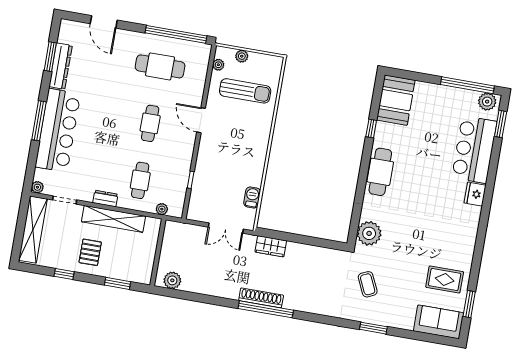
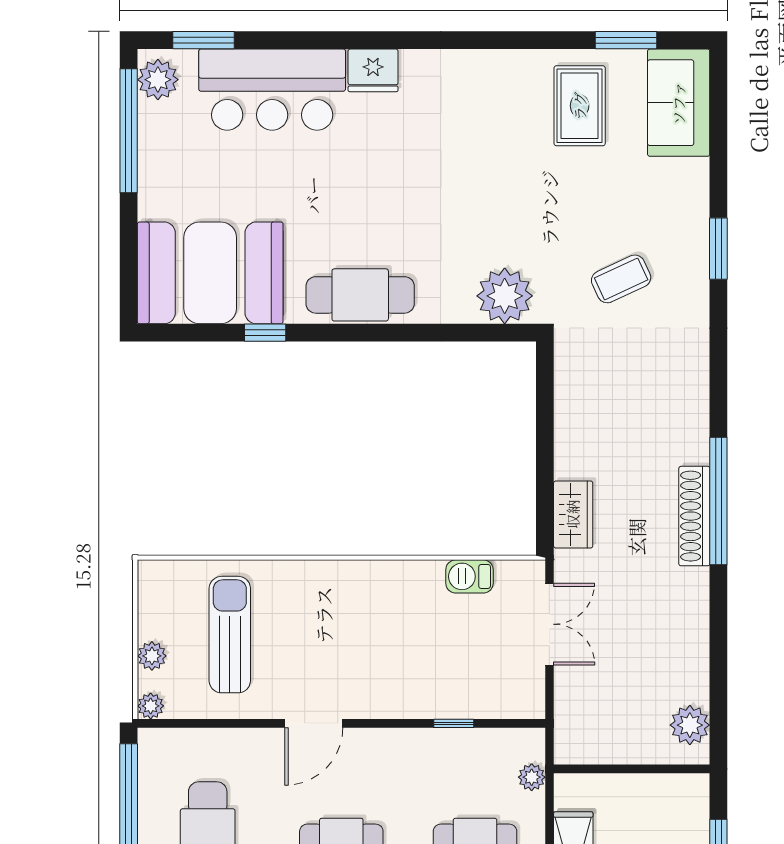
plant: (218, 65) -> (151, 706), moved
booth: (396, 100) -> (210, 273), width x1.36, depth x1.42

